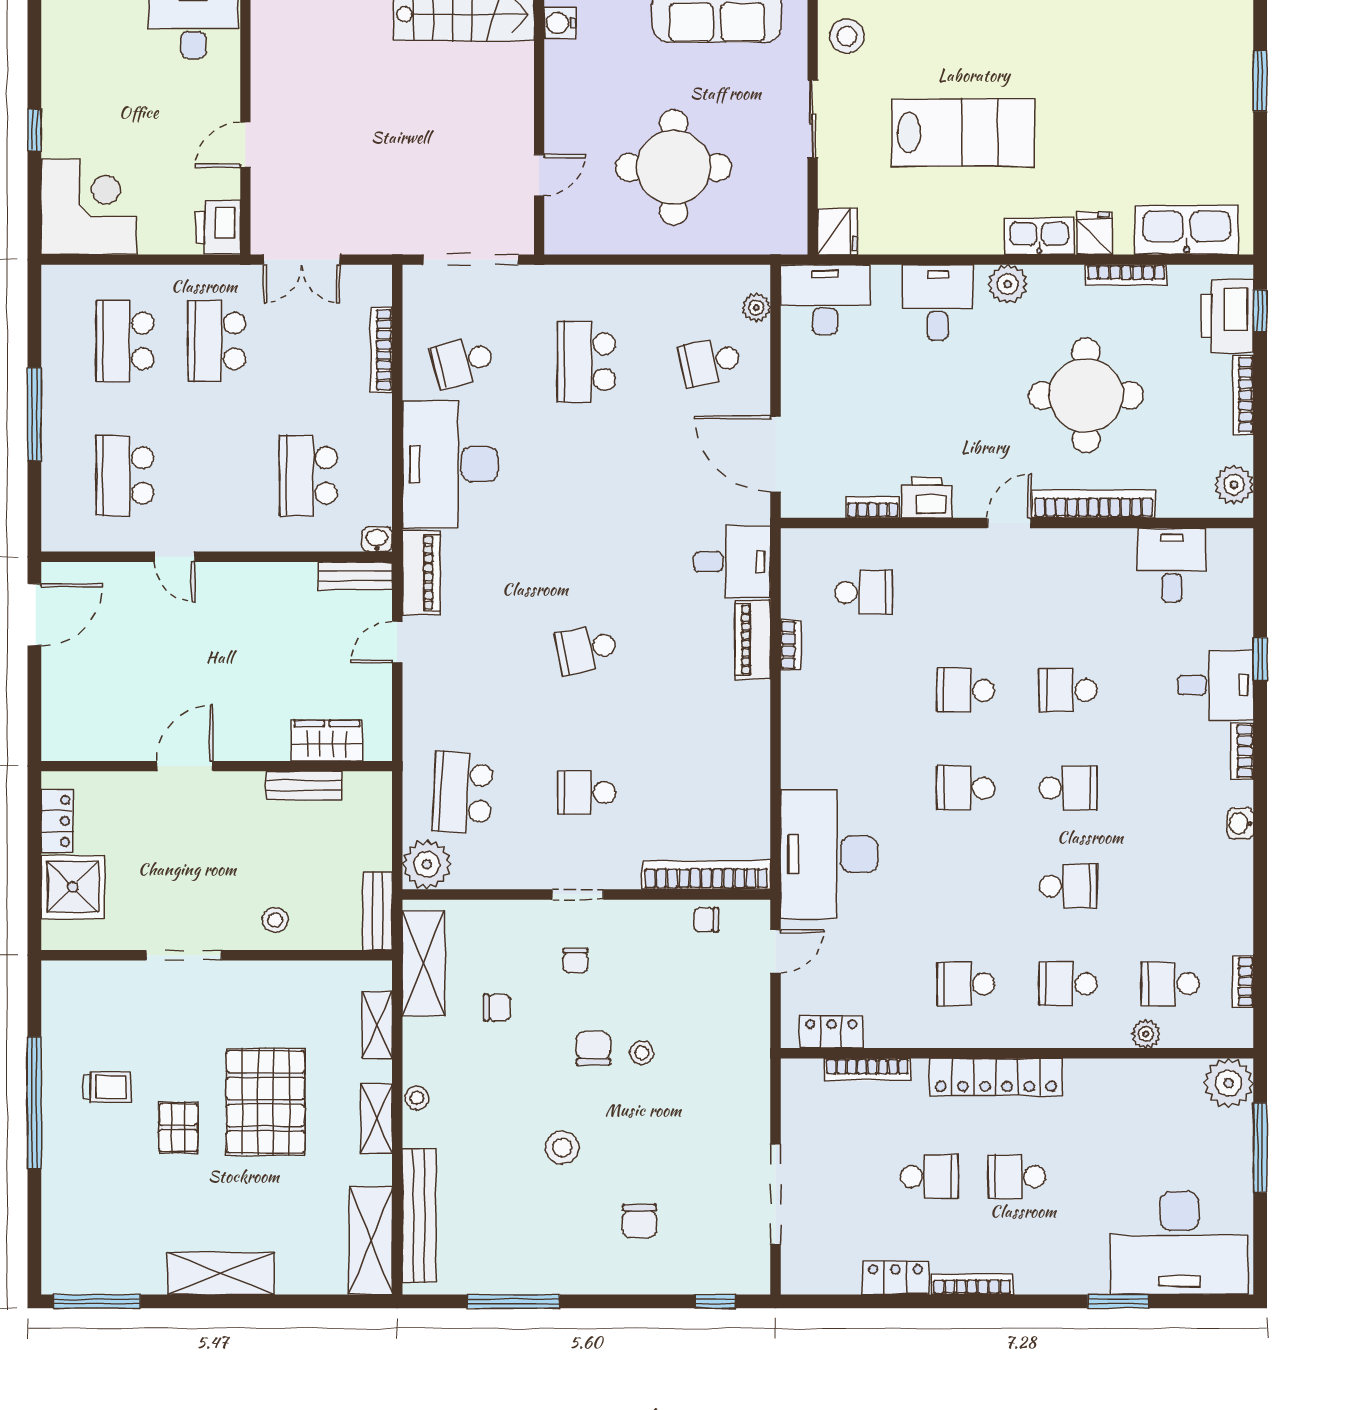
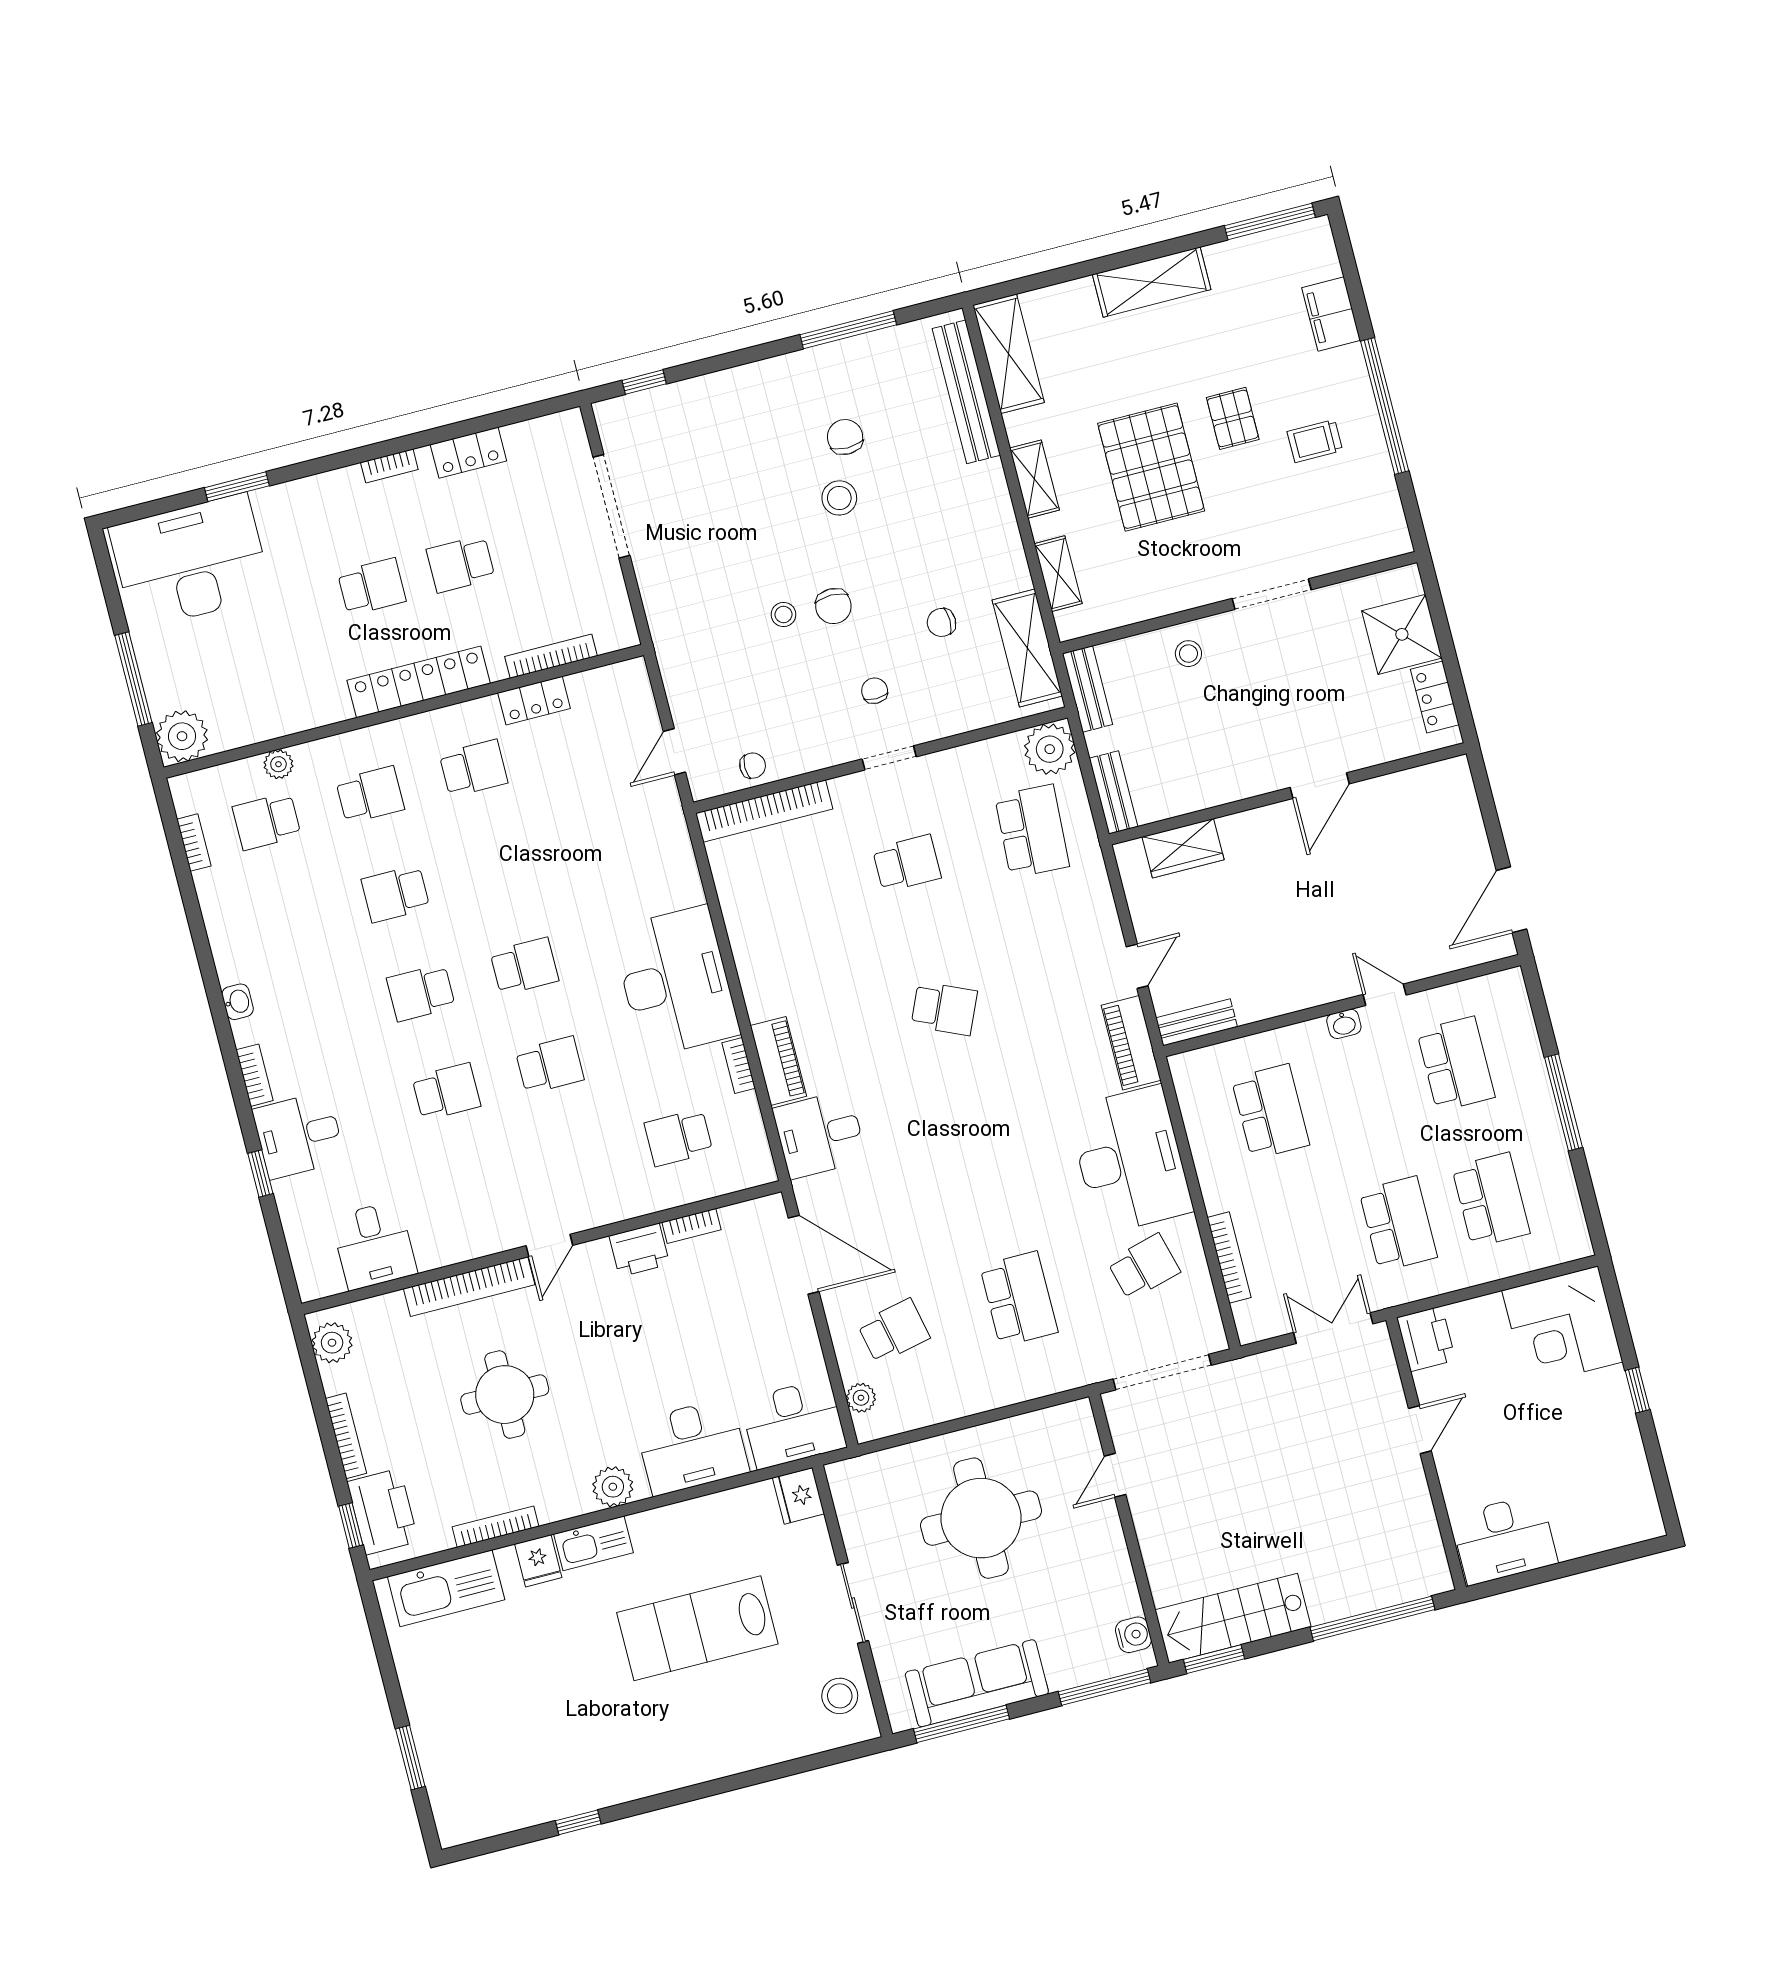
desk: (938, 302) -> (692, 1447), width x1.37
round table: (1086, 395) -> (505, 1395), width x0.73, depth x0.73
washbasin: (377, 539) -> (1344, 1024), moved
school desk: (586, 649) -> (944, 1008), turned 36
bench: (304, 786) -> (1114, 792), moved, turned 90
desk: (829, 854) -> (676, 982), moved
school desk: (1170, 984) -> (267, 821), turned 180
locker: (831, 1032) -> (534, 701), moved
stool: (417, 1098) -> (999, 510), removed
filing cabinet: (62, 1201) -> (1331, 314), added
chair: (639, 1221) -> (845, 437), moved
bookcase: (972, 1284) -> (389, 466), width x0.64

